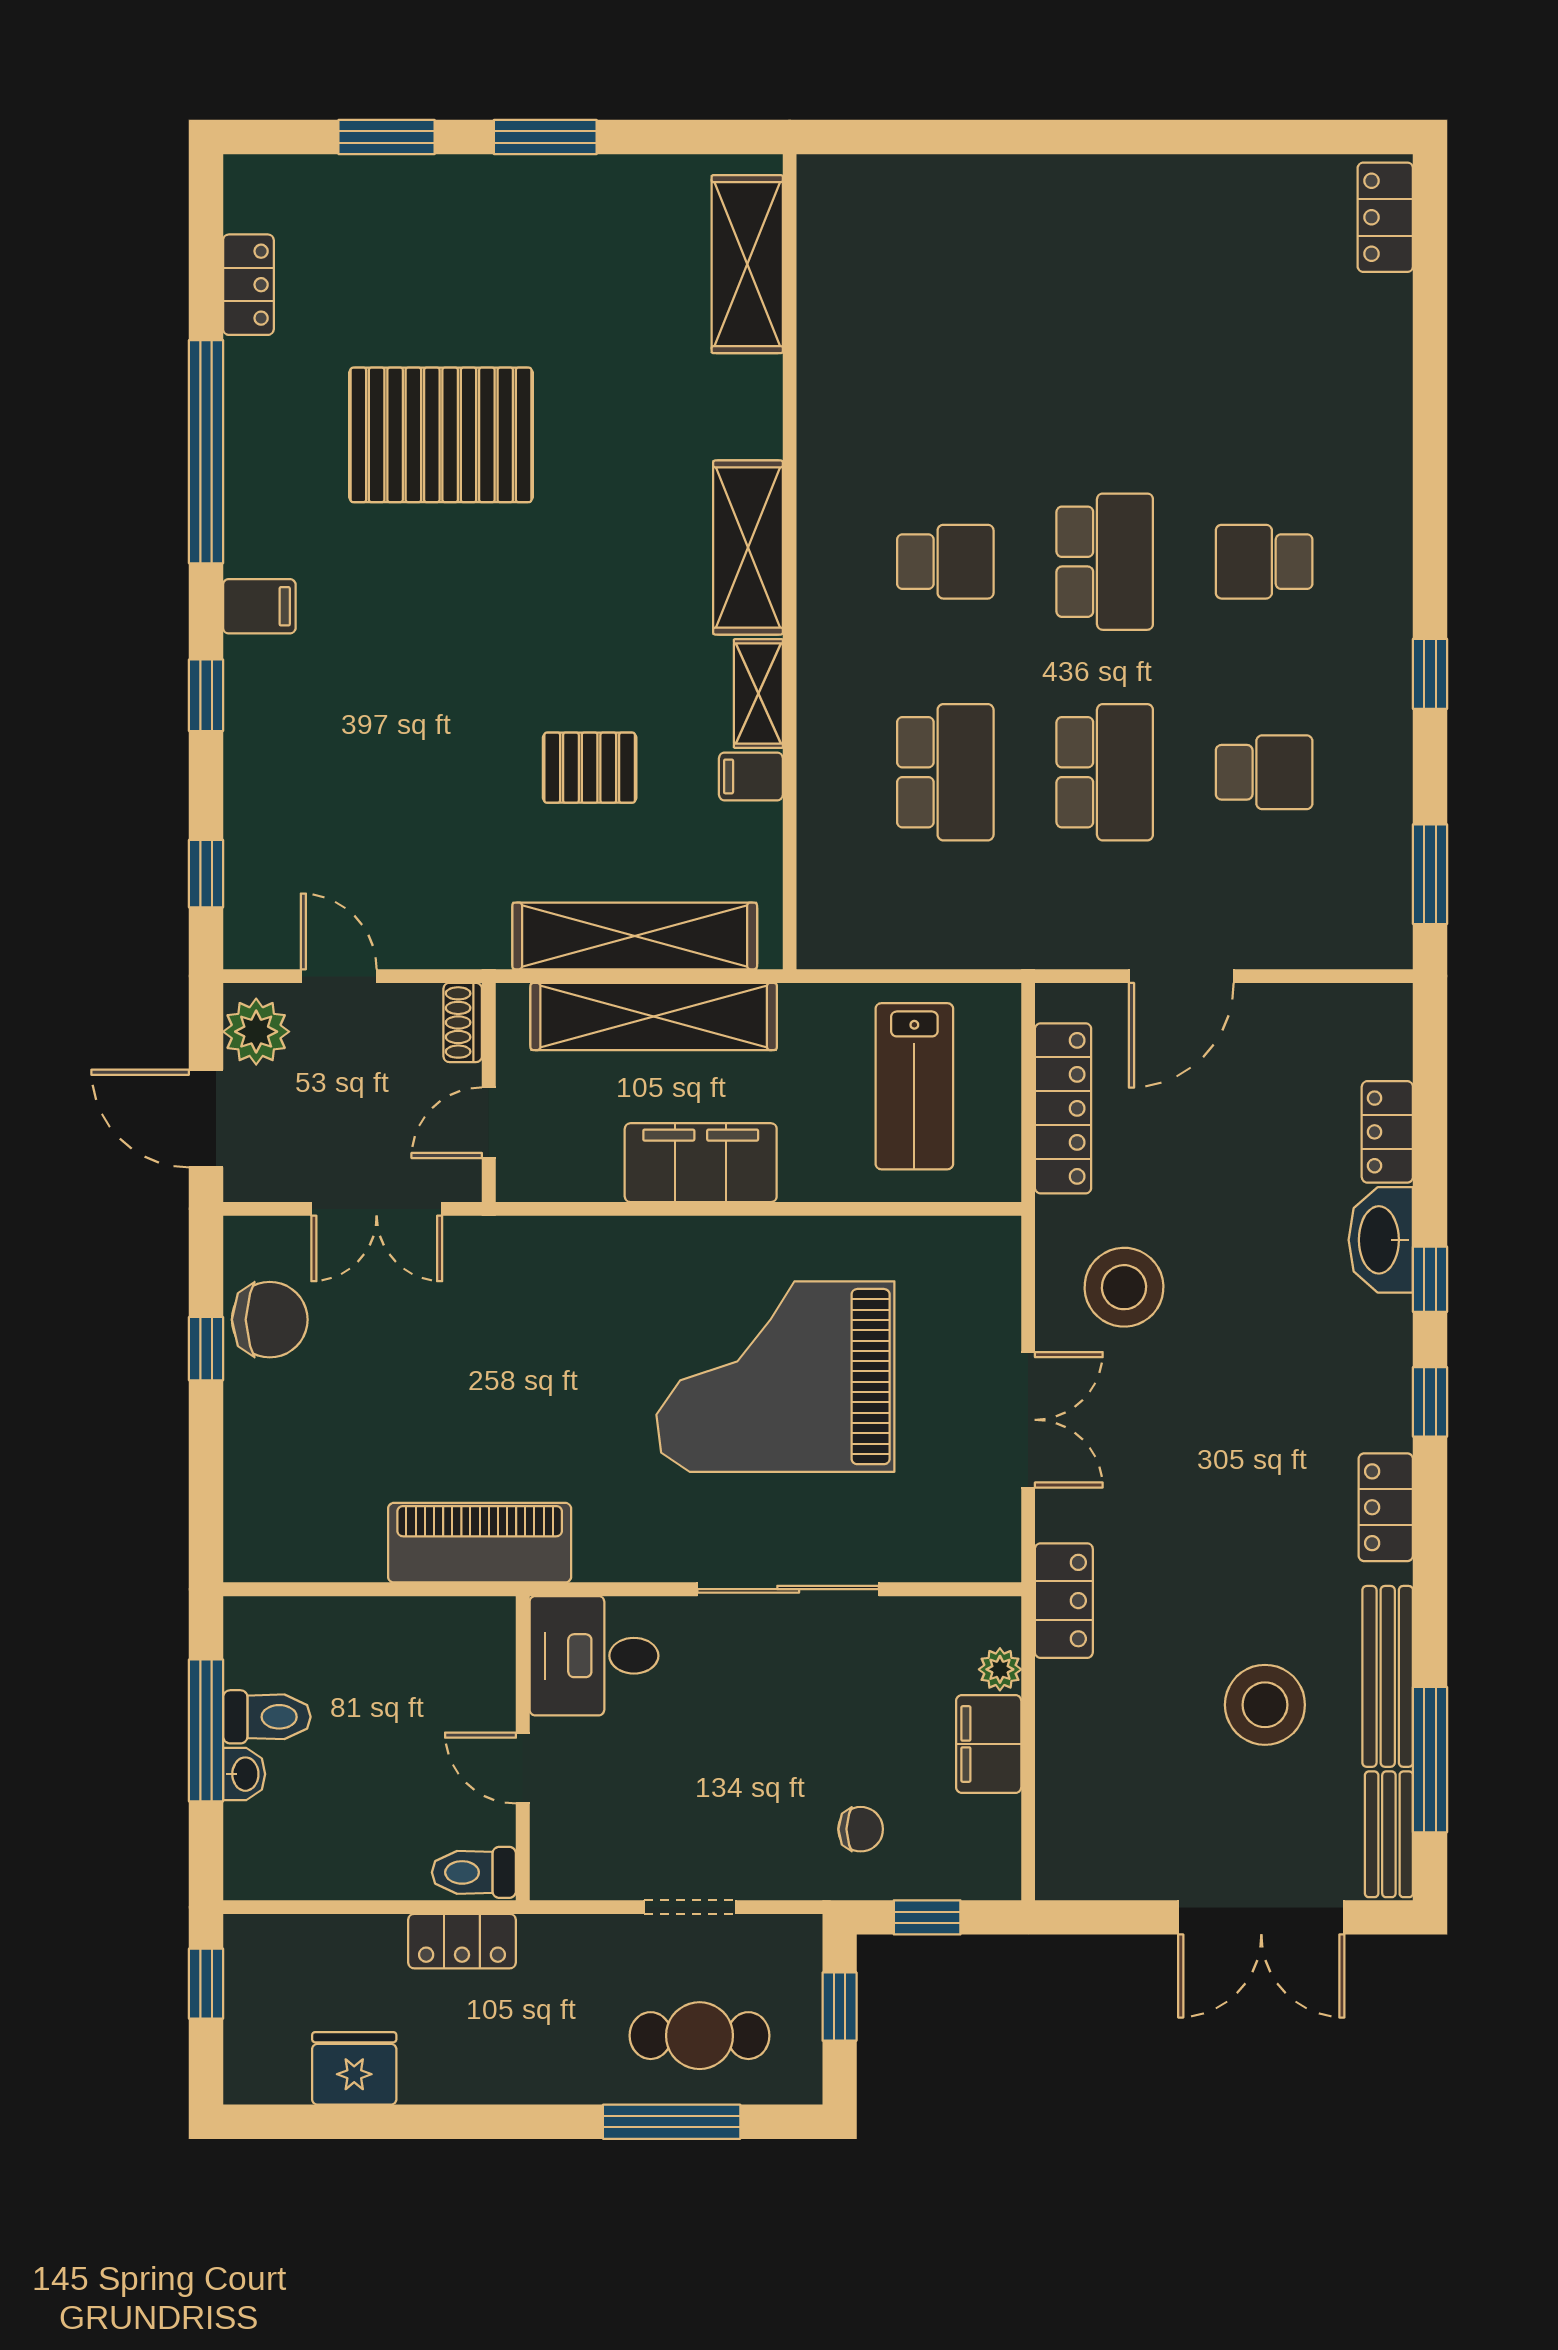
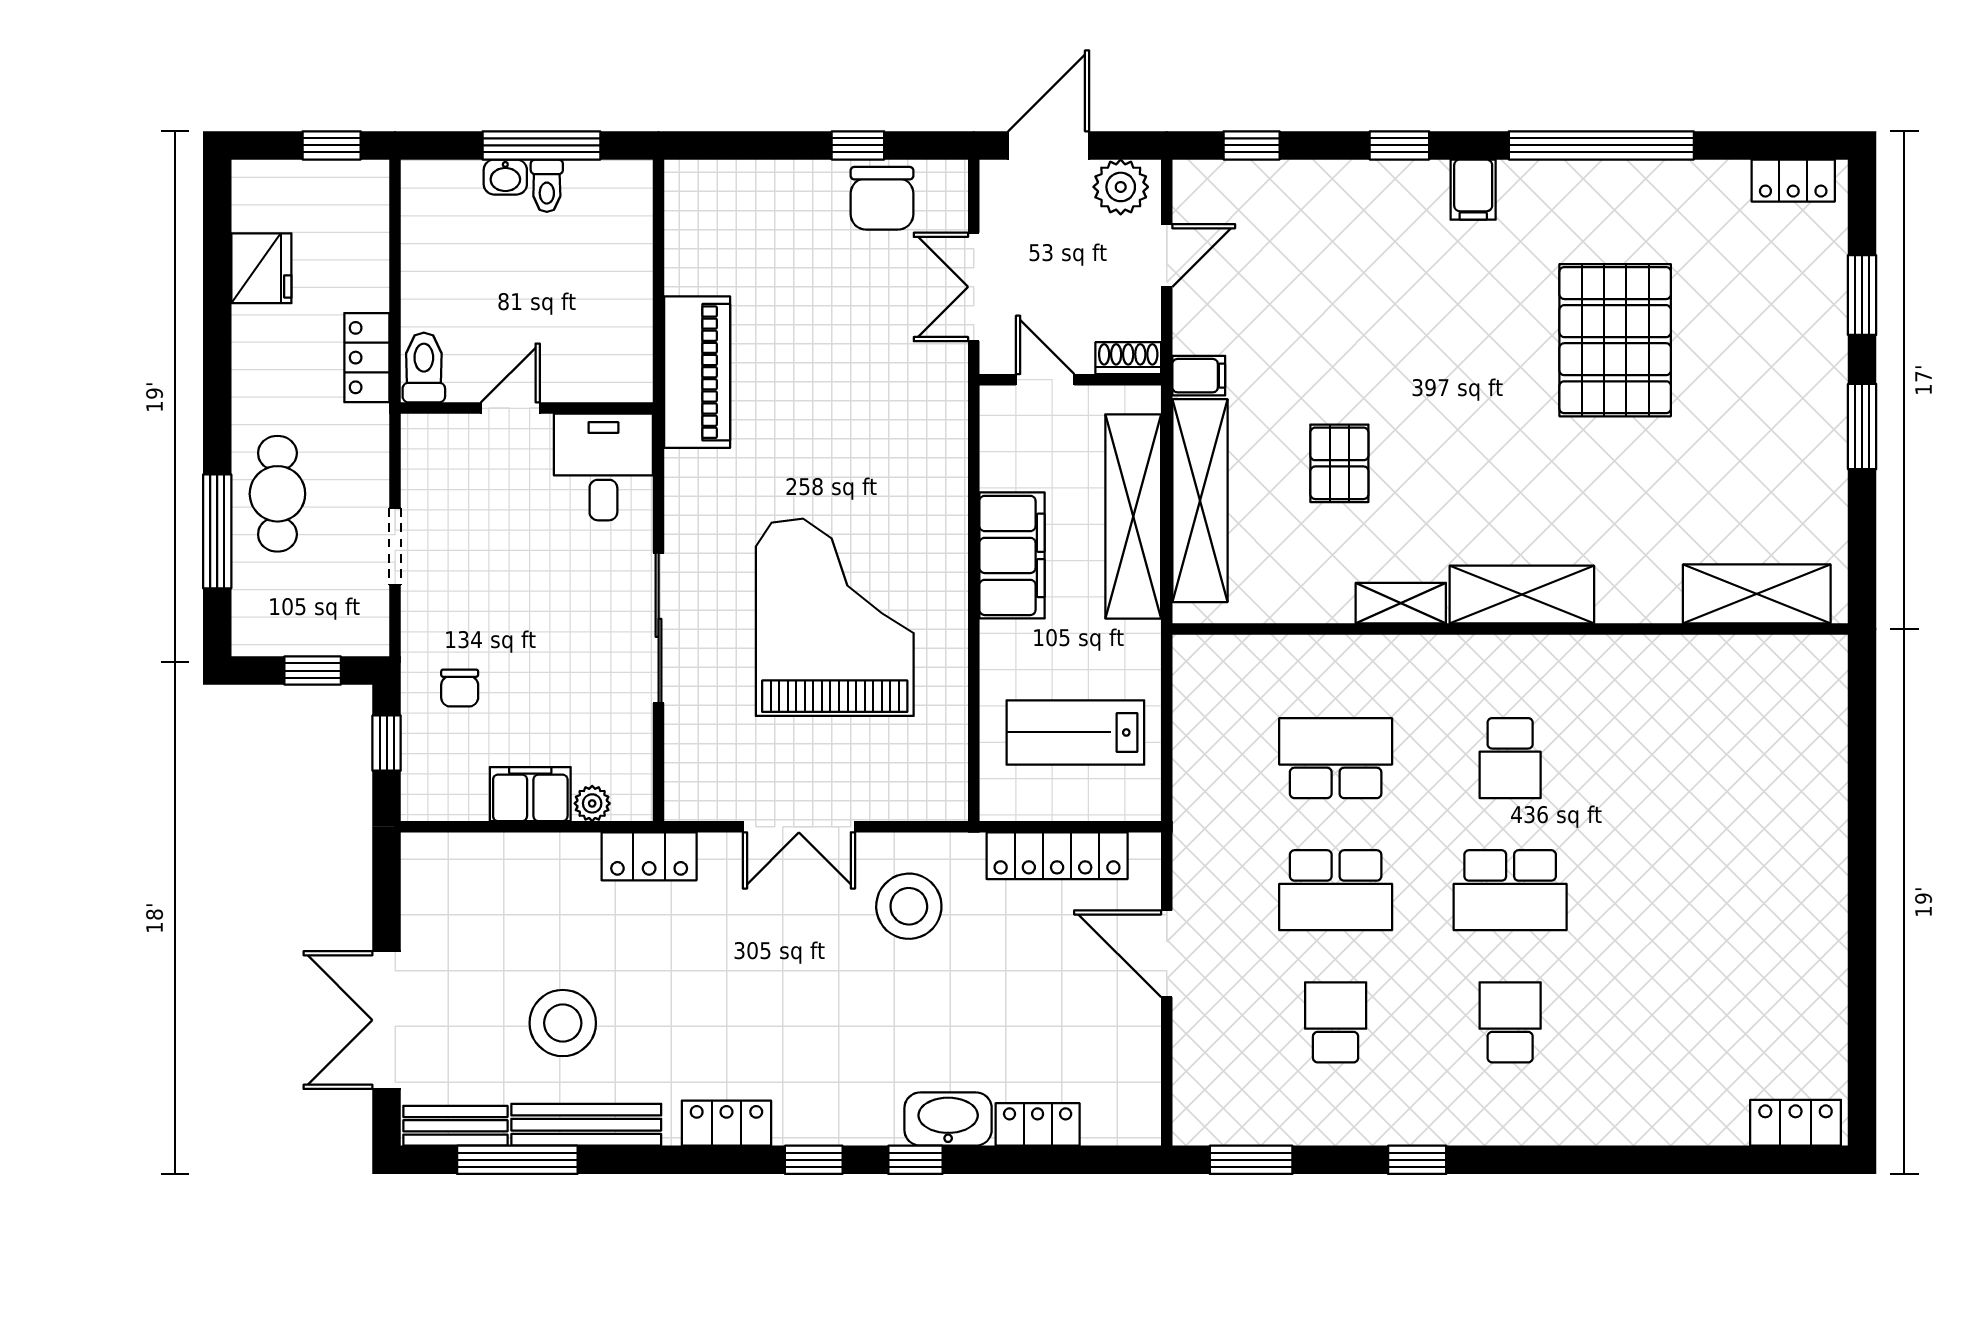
locker: (248, 285) -> (1793, 181), moved
school desk: (945, 772) -> (1336, 758), turned 180
school desk: (1264, 772) -> (1336, 1022), turned 180
filing cabinet: (751, 776) -> (1199, 376), moved, turned 90
toilet: (267, 1717) -> (547, 186), width x0.73, depth x0.72
cafe table: (700, 2036) -> (277, 494), moved

